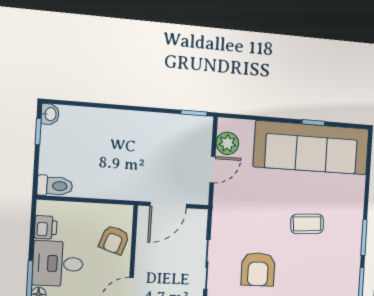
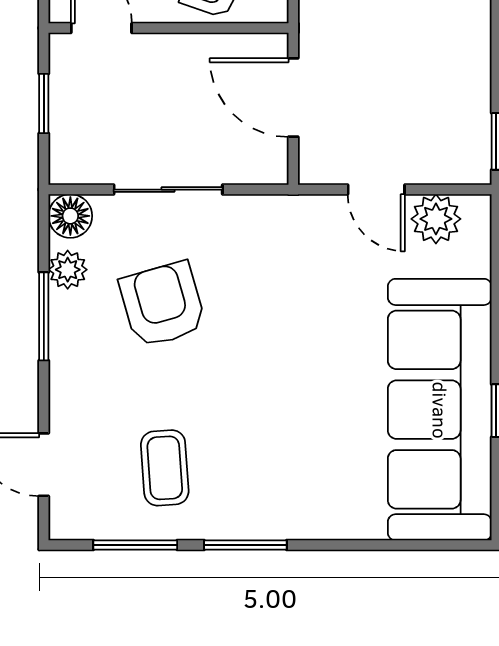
coffee table: (307, 224) -> (165, 468), moved
armchair: (258, 269) -> (163, 304), turned 74

